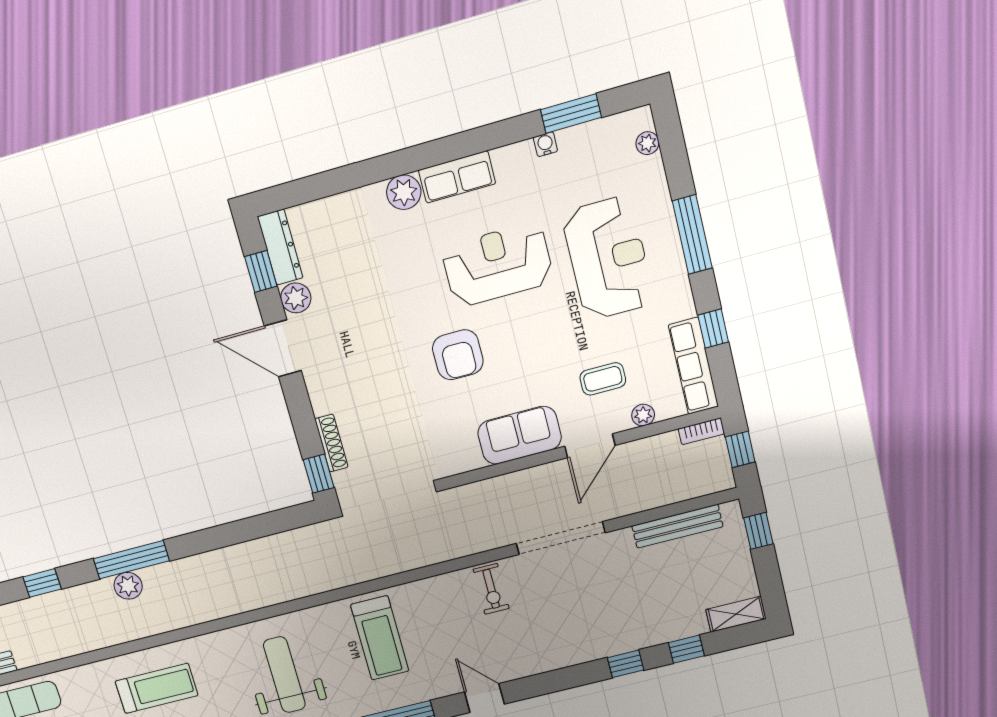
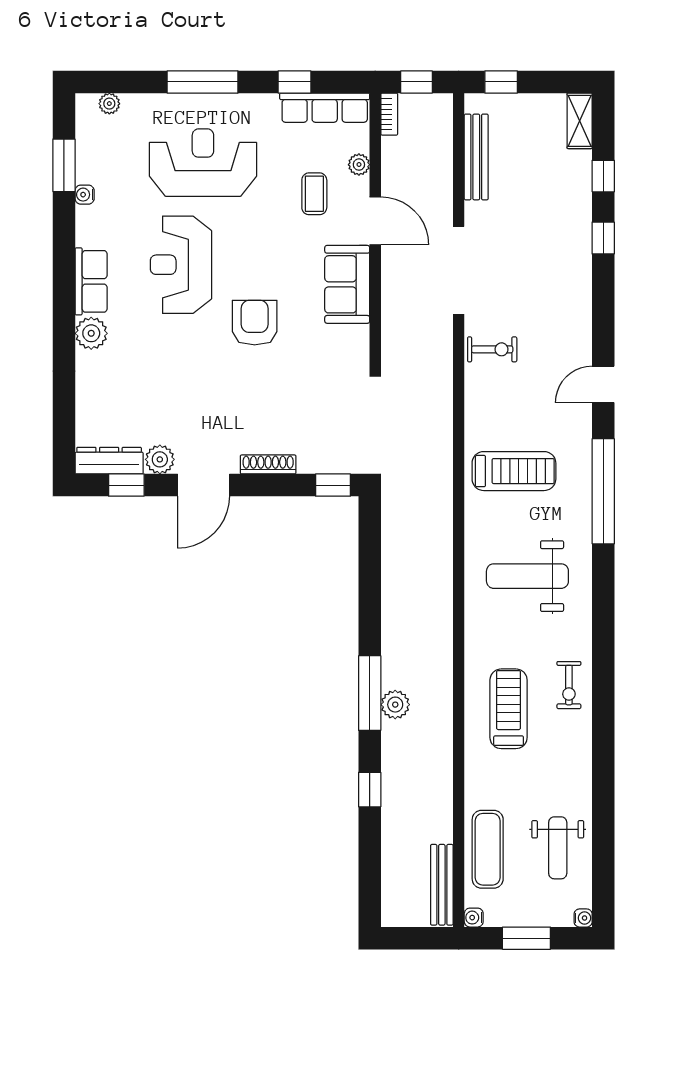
armchair: (458, 355) -> (255, 323), turned -90
shoe rack: (331, 443) -> (268, 464), moved

